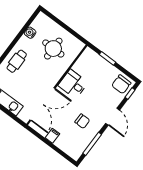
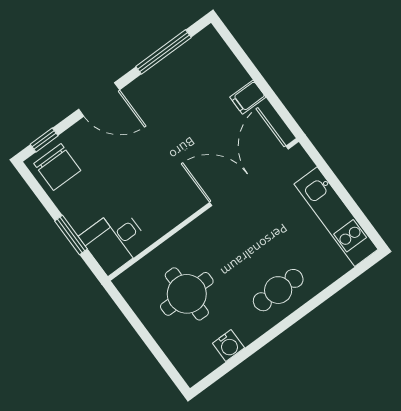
desk: (73, 84) -> (115, 241), moved, turned 90
chair: (121, 84) -> (57, 167), turned 90
door: (113, 117) -> (99, 100), swing flipped
chair: (82, 121) -> (170, 110), removed

